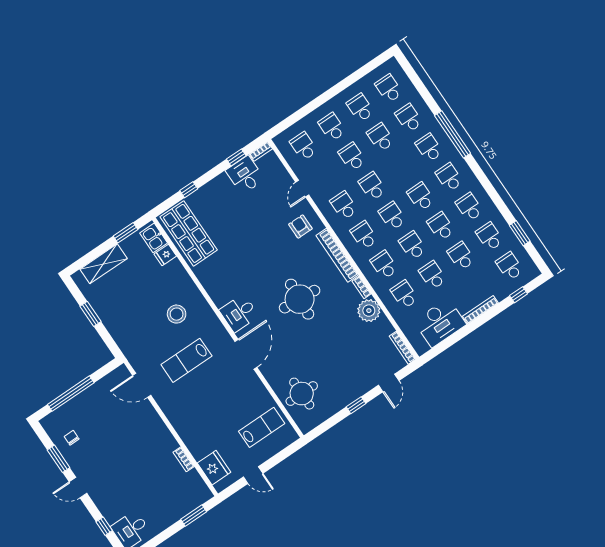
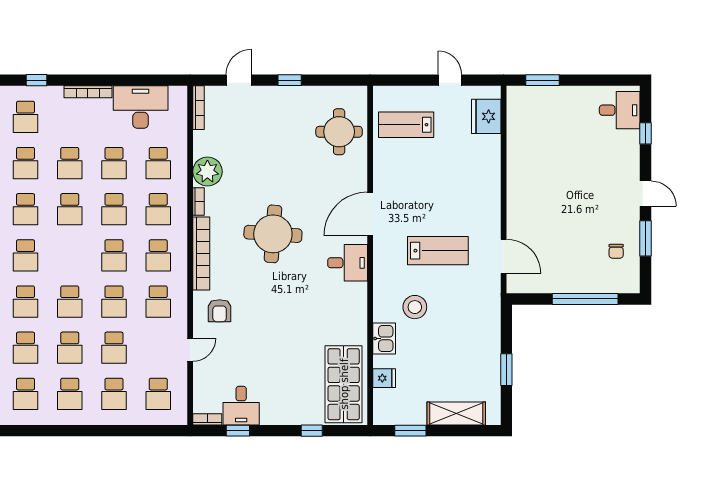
school desk: (421, 197) -> (70, 302), moved
kitchen sink: (154, 238) -> (384, 338), moved
bookcase: (184, 459) -> (513, 147), removed

